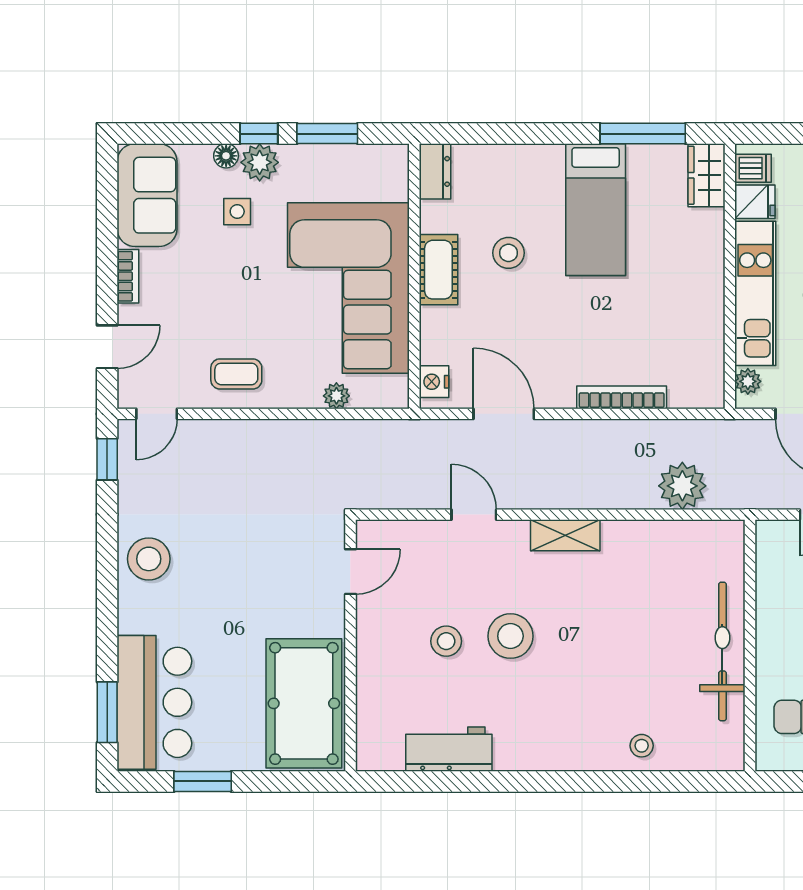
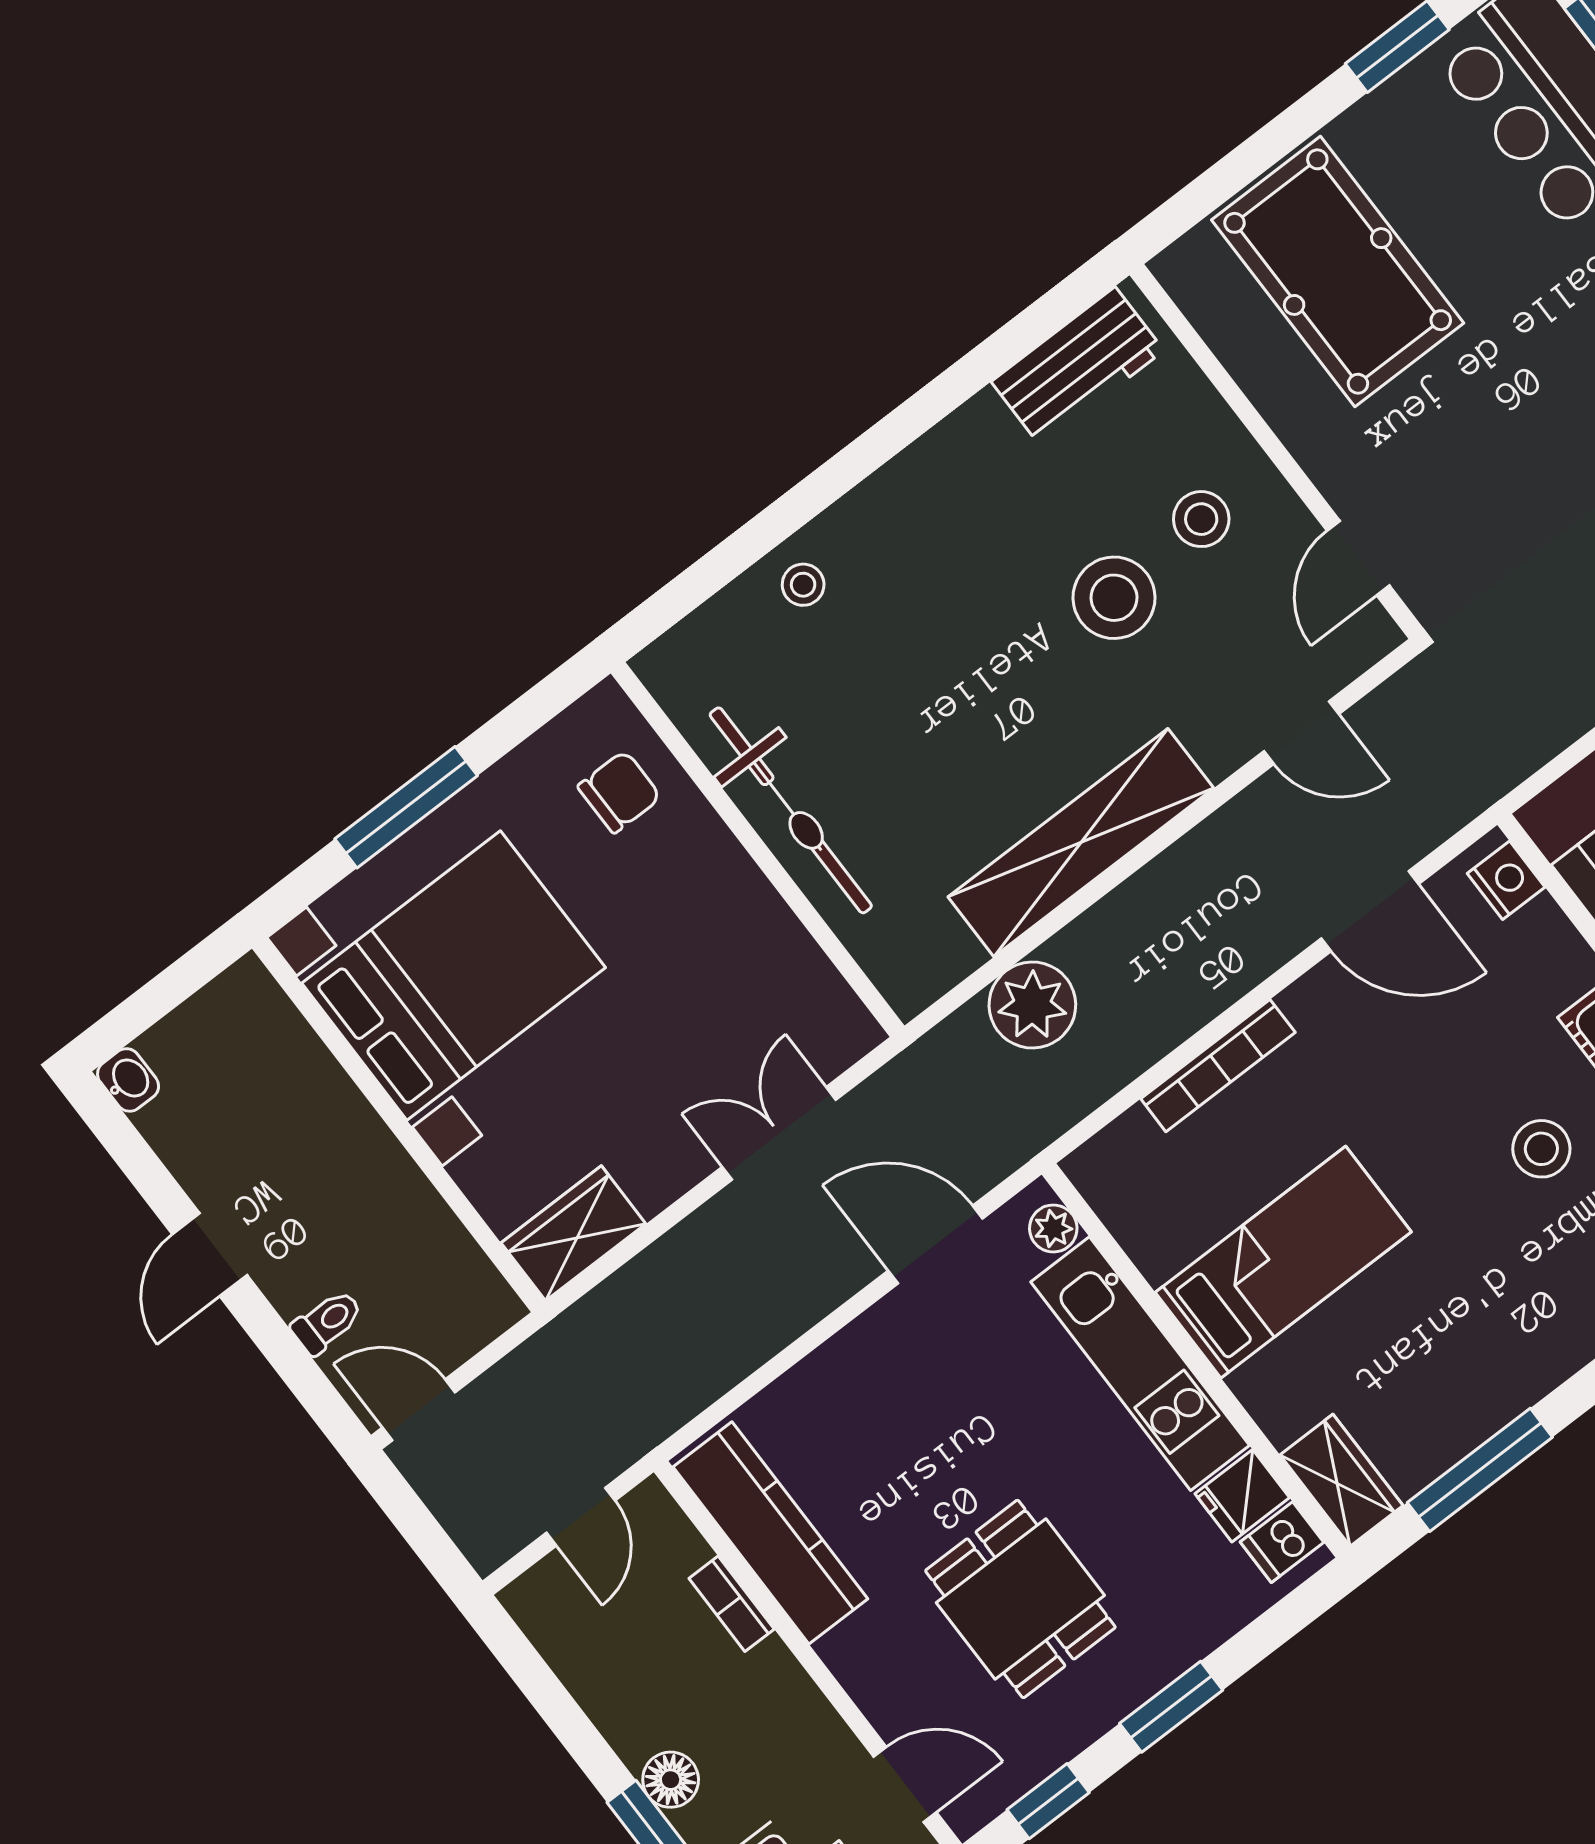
bed: (596, 210) -> (1283, 1262), moved, turned 90
shelving: (565, 535) -> (1081, 843), width x2.20, depth x1.33
door: (350, 572) -> (1358, 558), moved
wall: (350, 646) -> (1276, 451), moved

